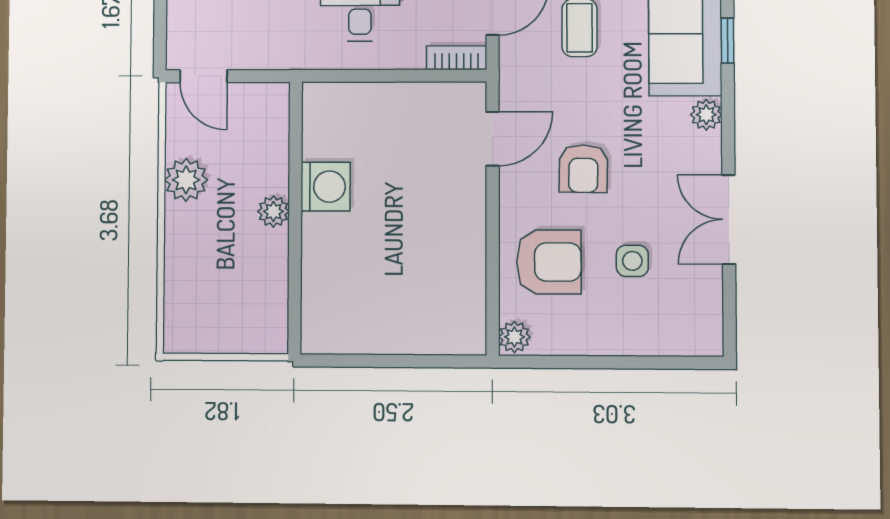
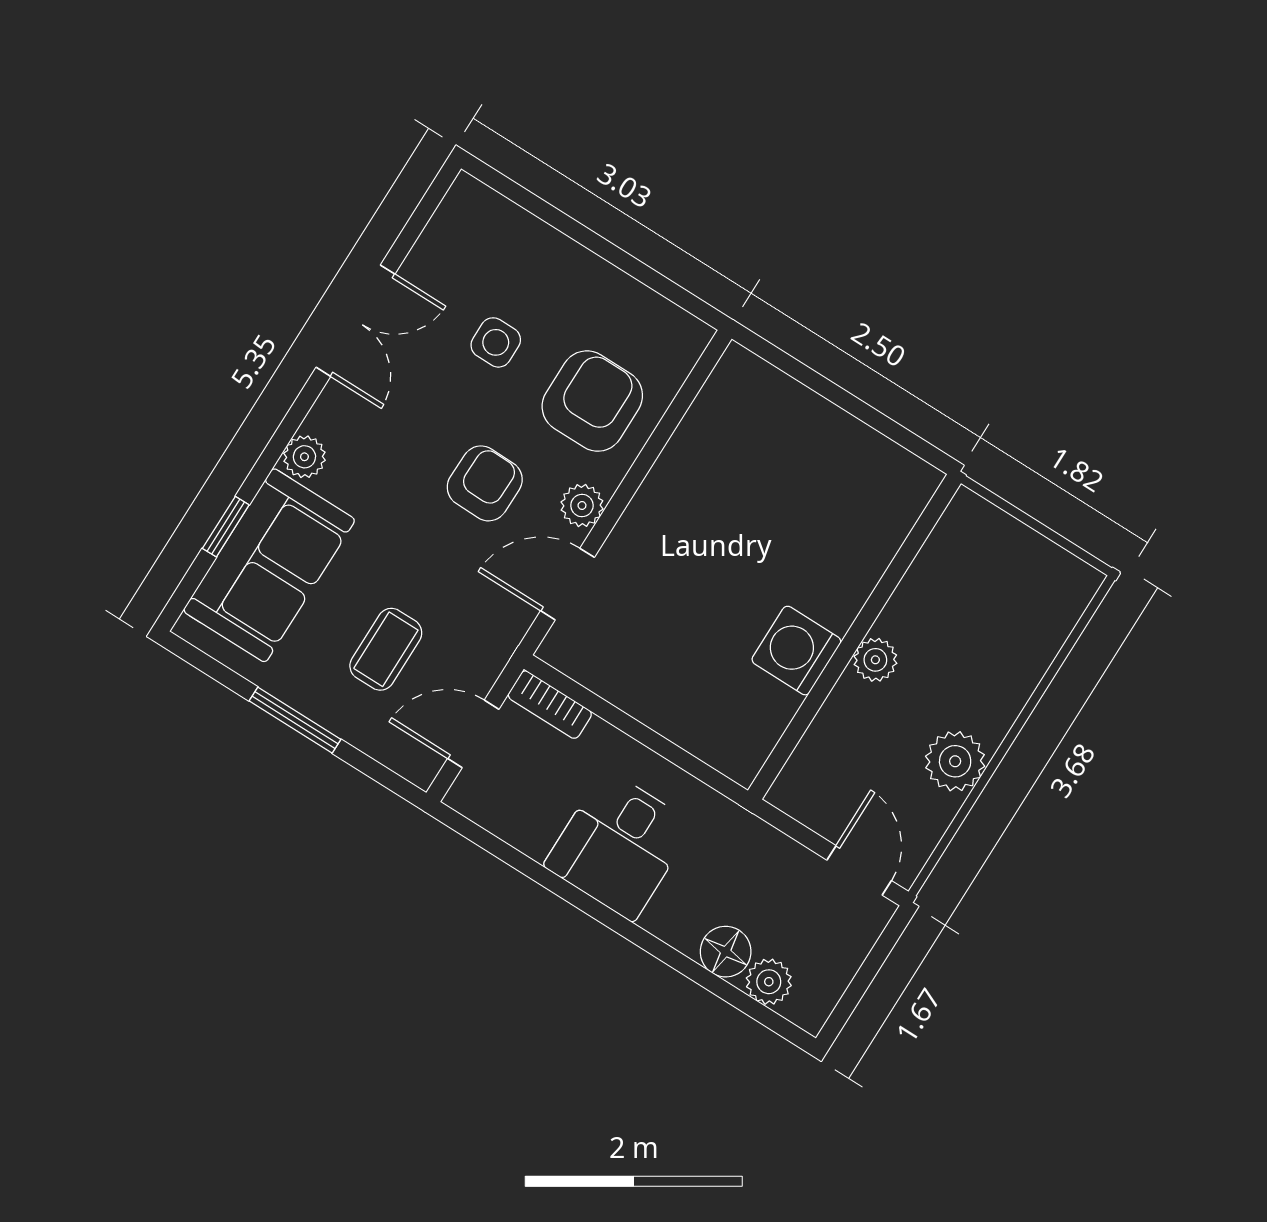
armchair: (549, 262) -> (592, 401), turned 90
plant: (514, 337) -> (582, 505), moved

